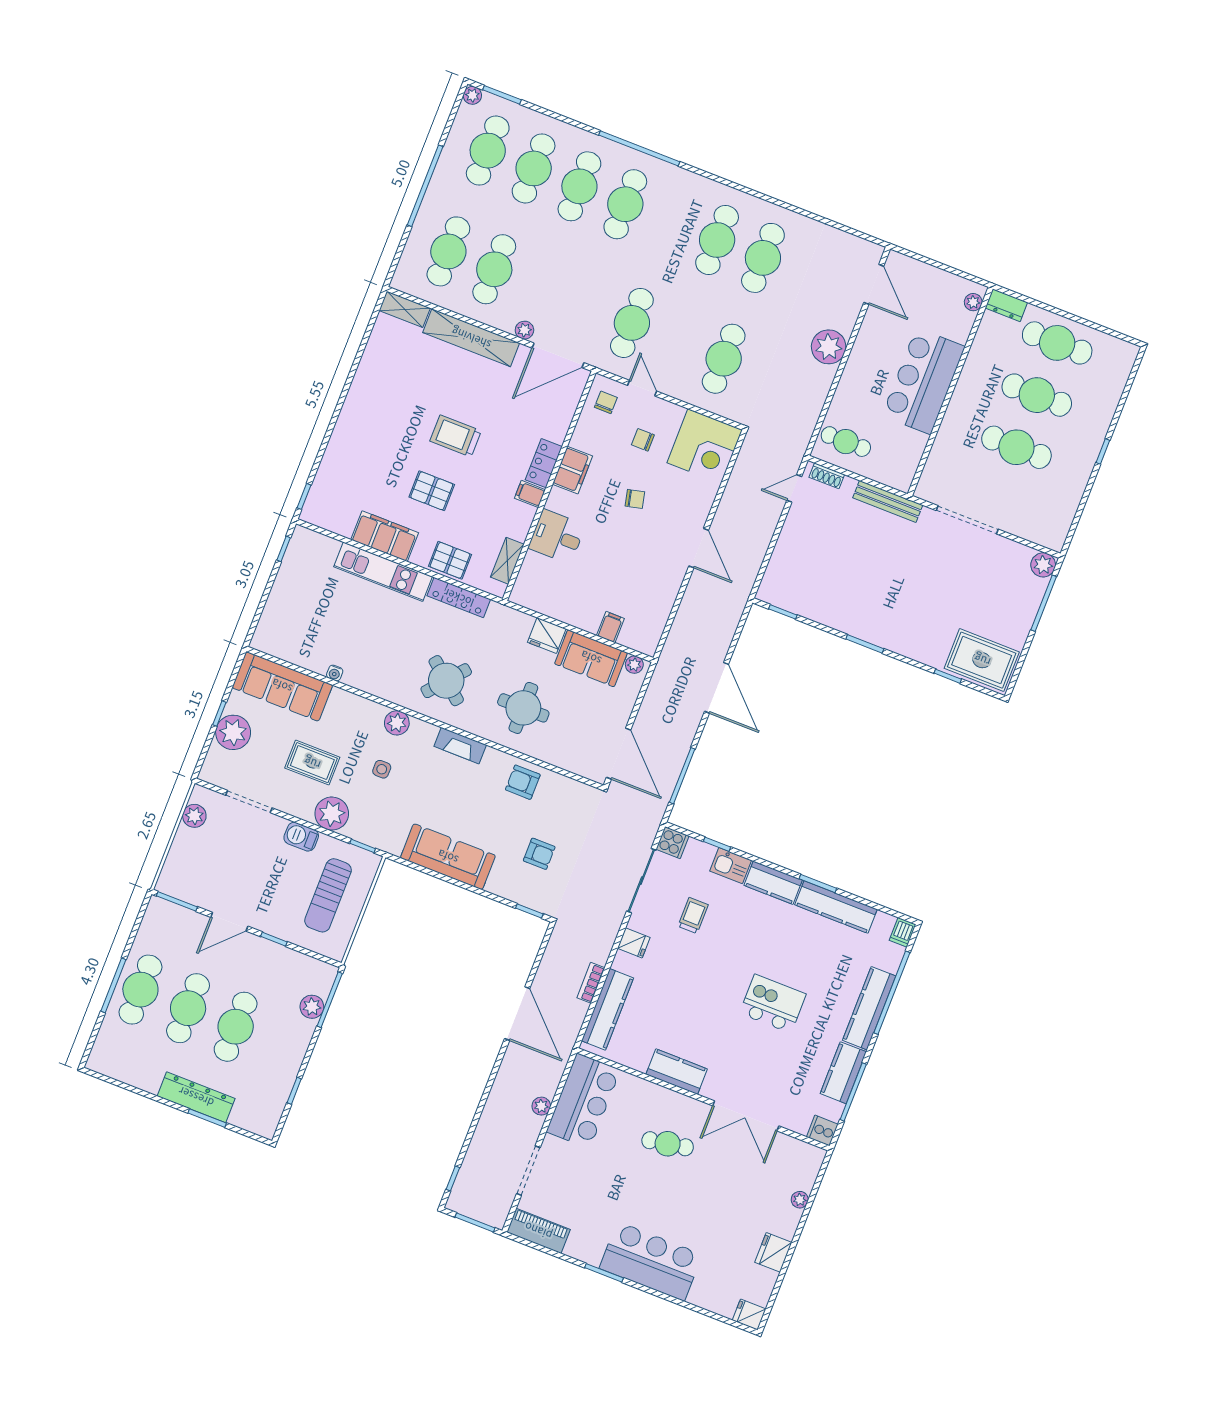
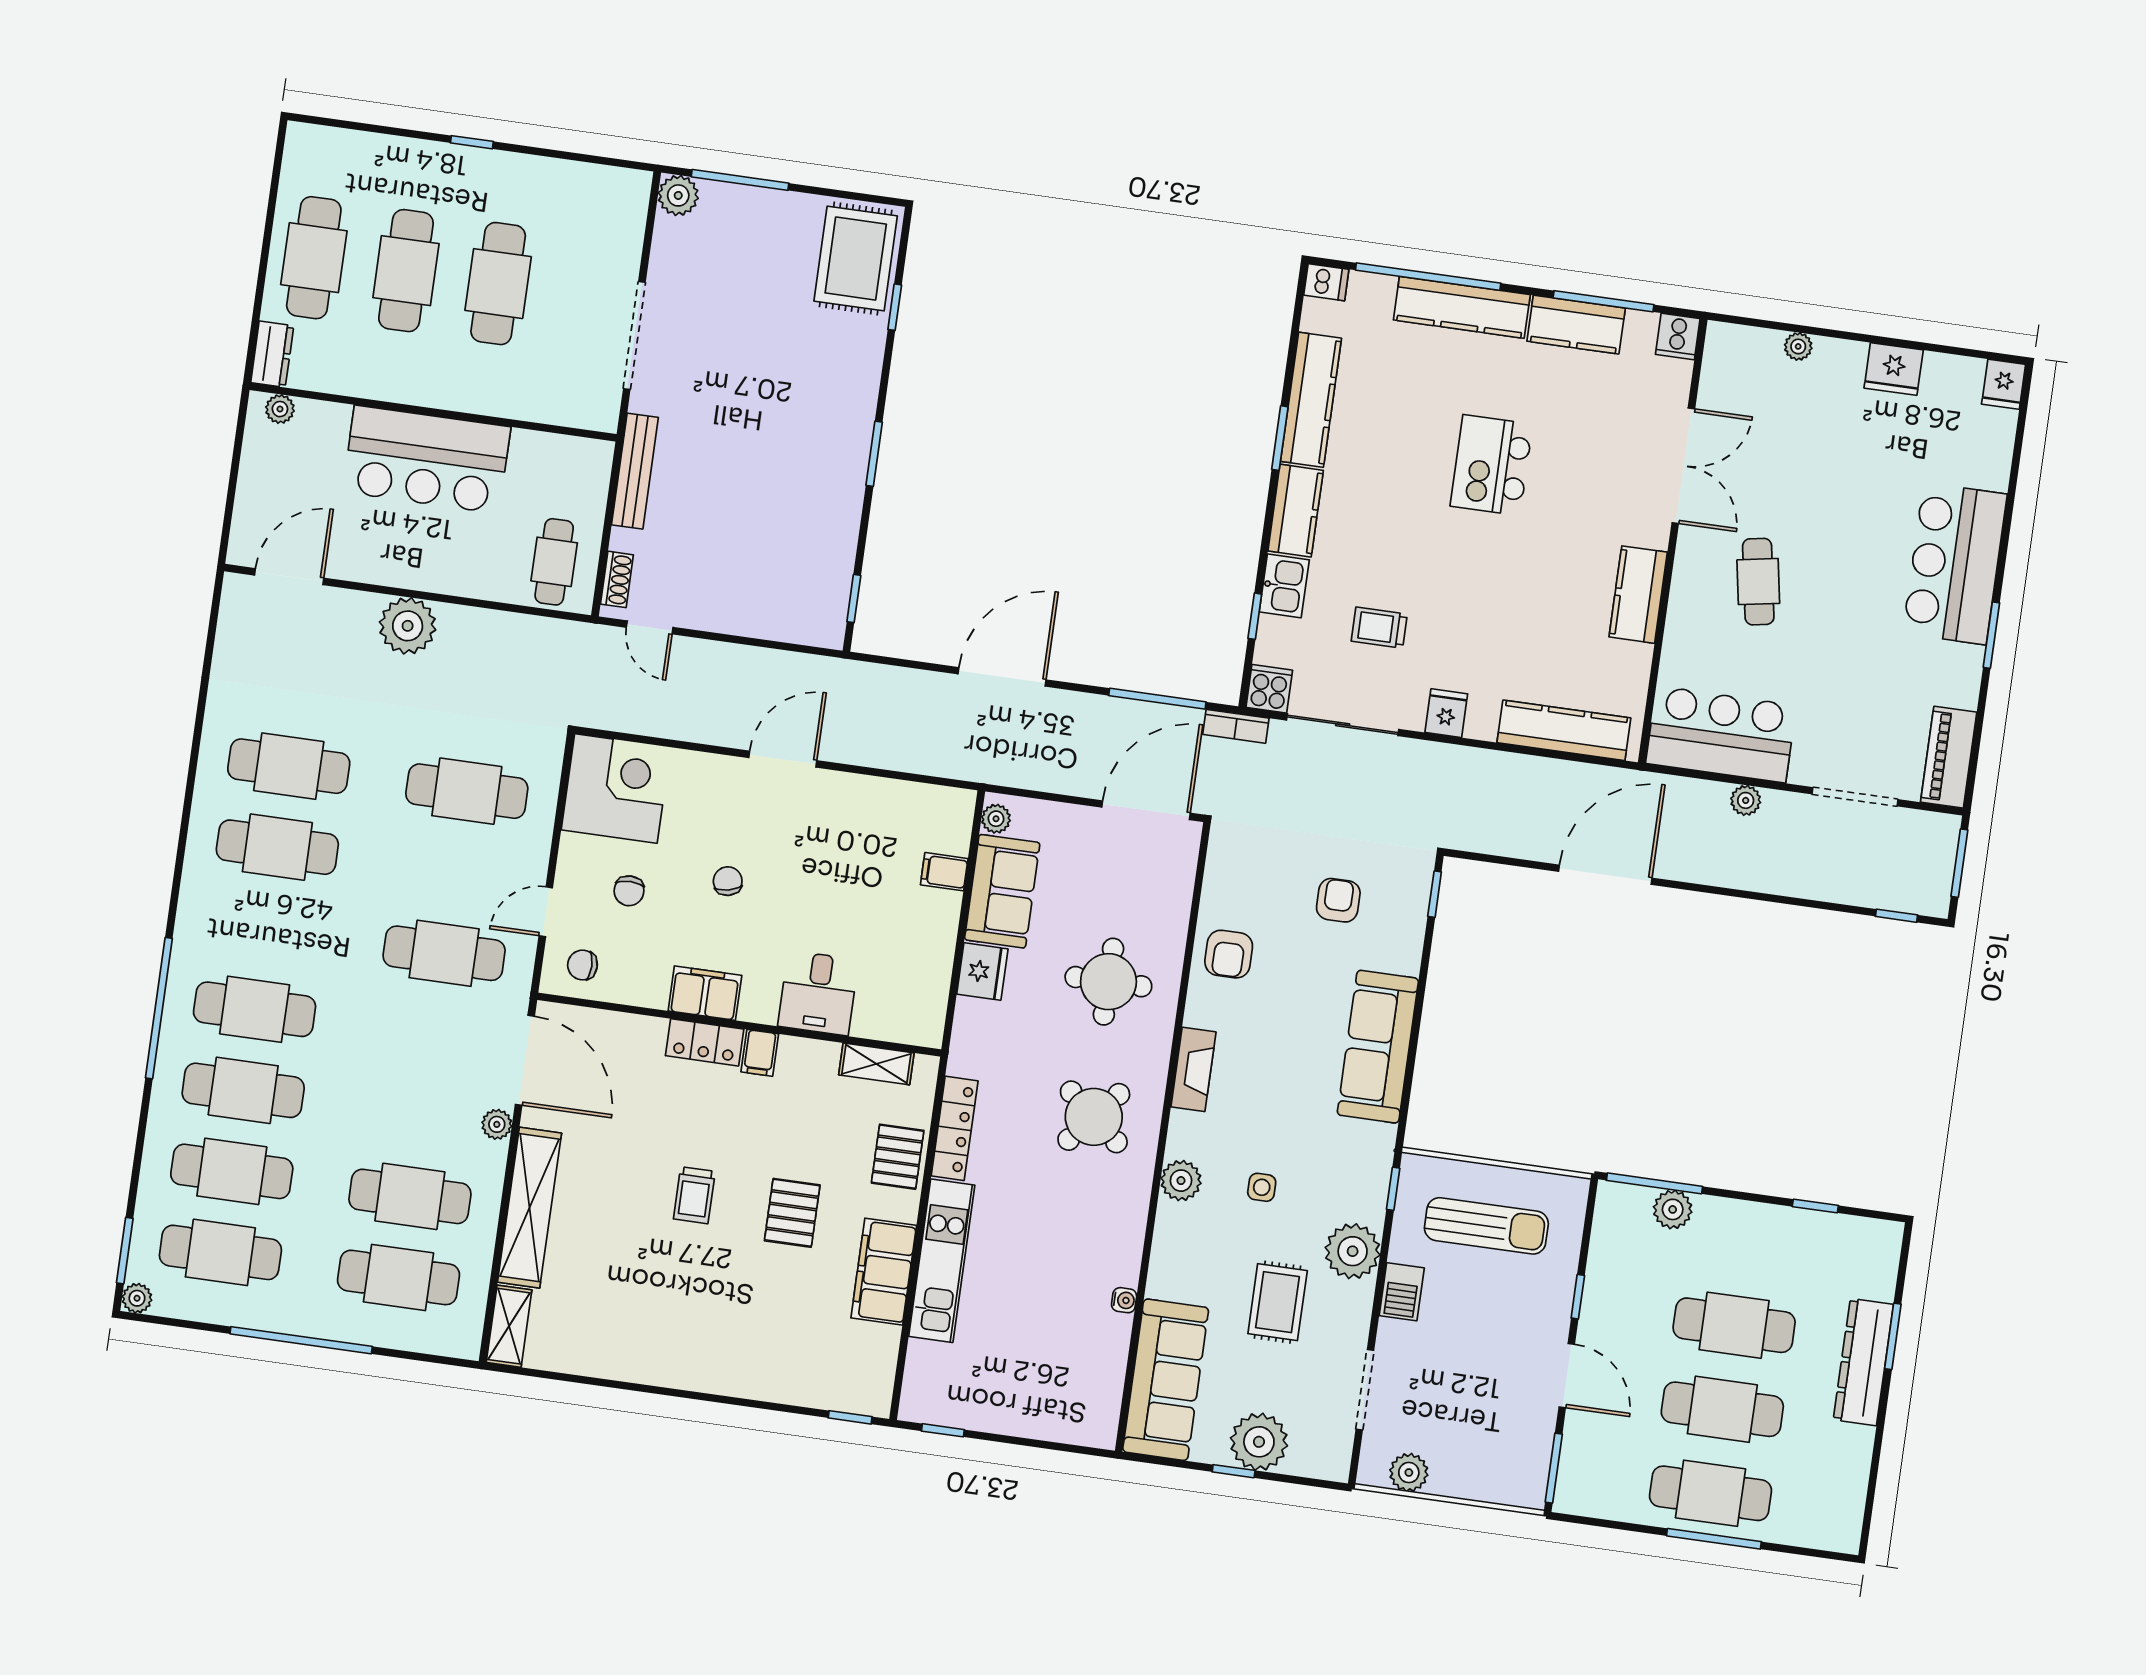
trolley: (456, 436) -> (694, 1195), width x0.73, depth x0.72
bookcase: (591, 983) -> (1236, 726), moved

